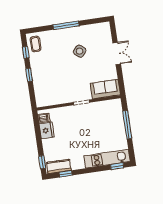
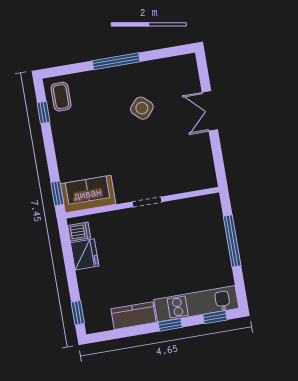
double door: (117, 54) -> (210, 111), swing flipped
window: (29, 75) -> (57, 193), moved
sofa: (105, 89) -> (88, 194), moved
kitchen counter: (59, 166) -> (134, 316), moved
window: (66, 174) -> (170, 325), moved

